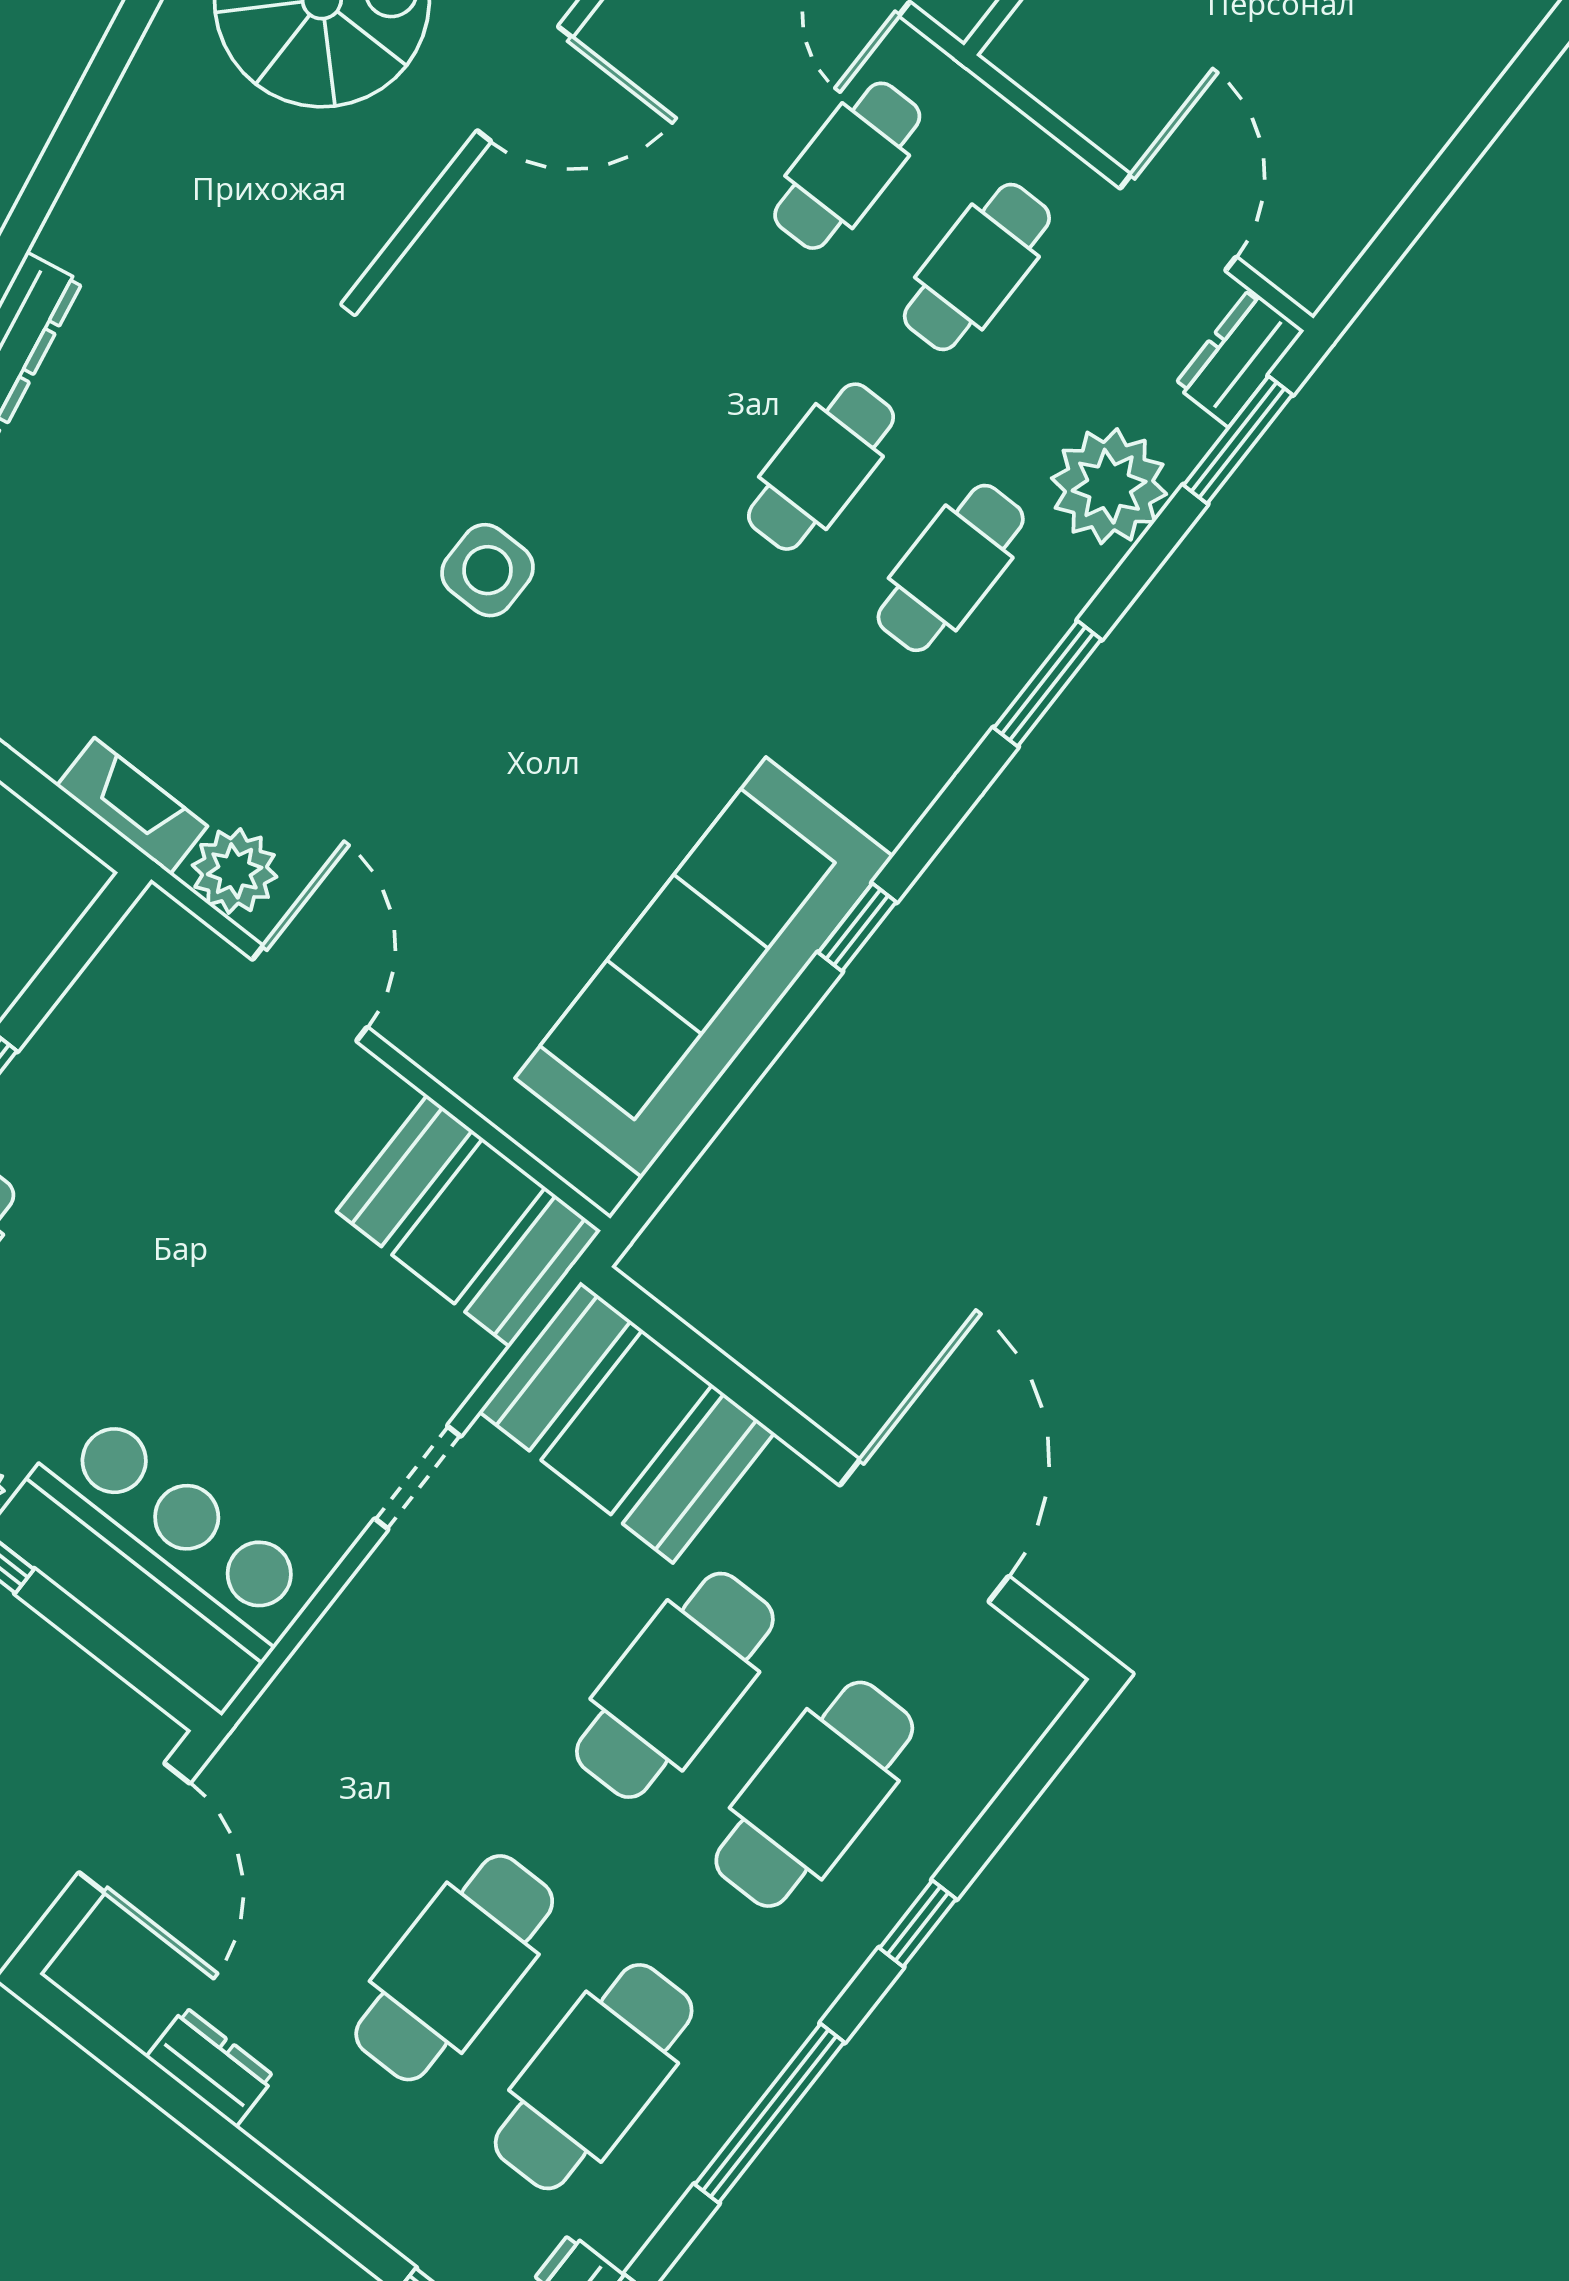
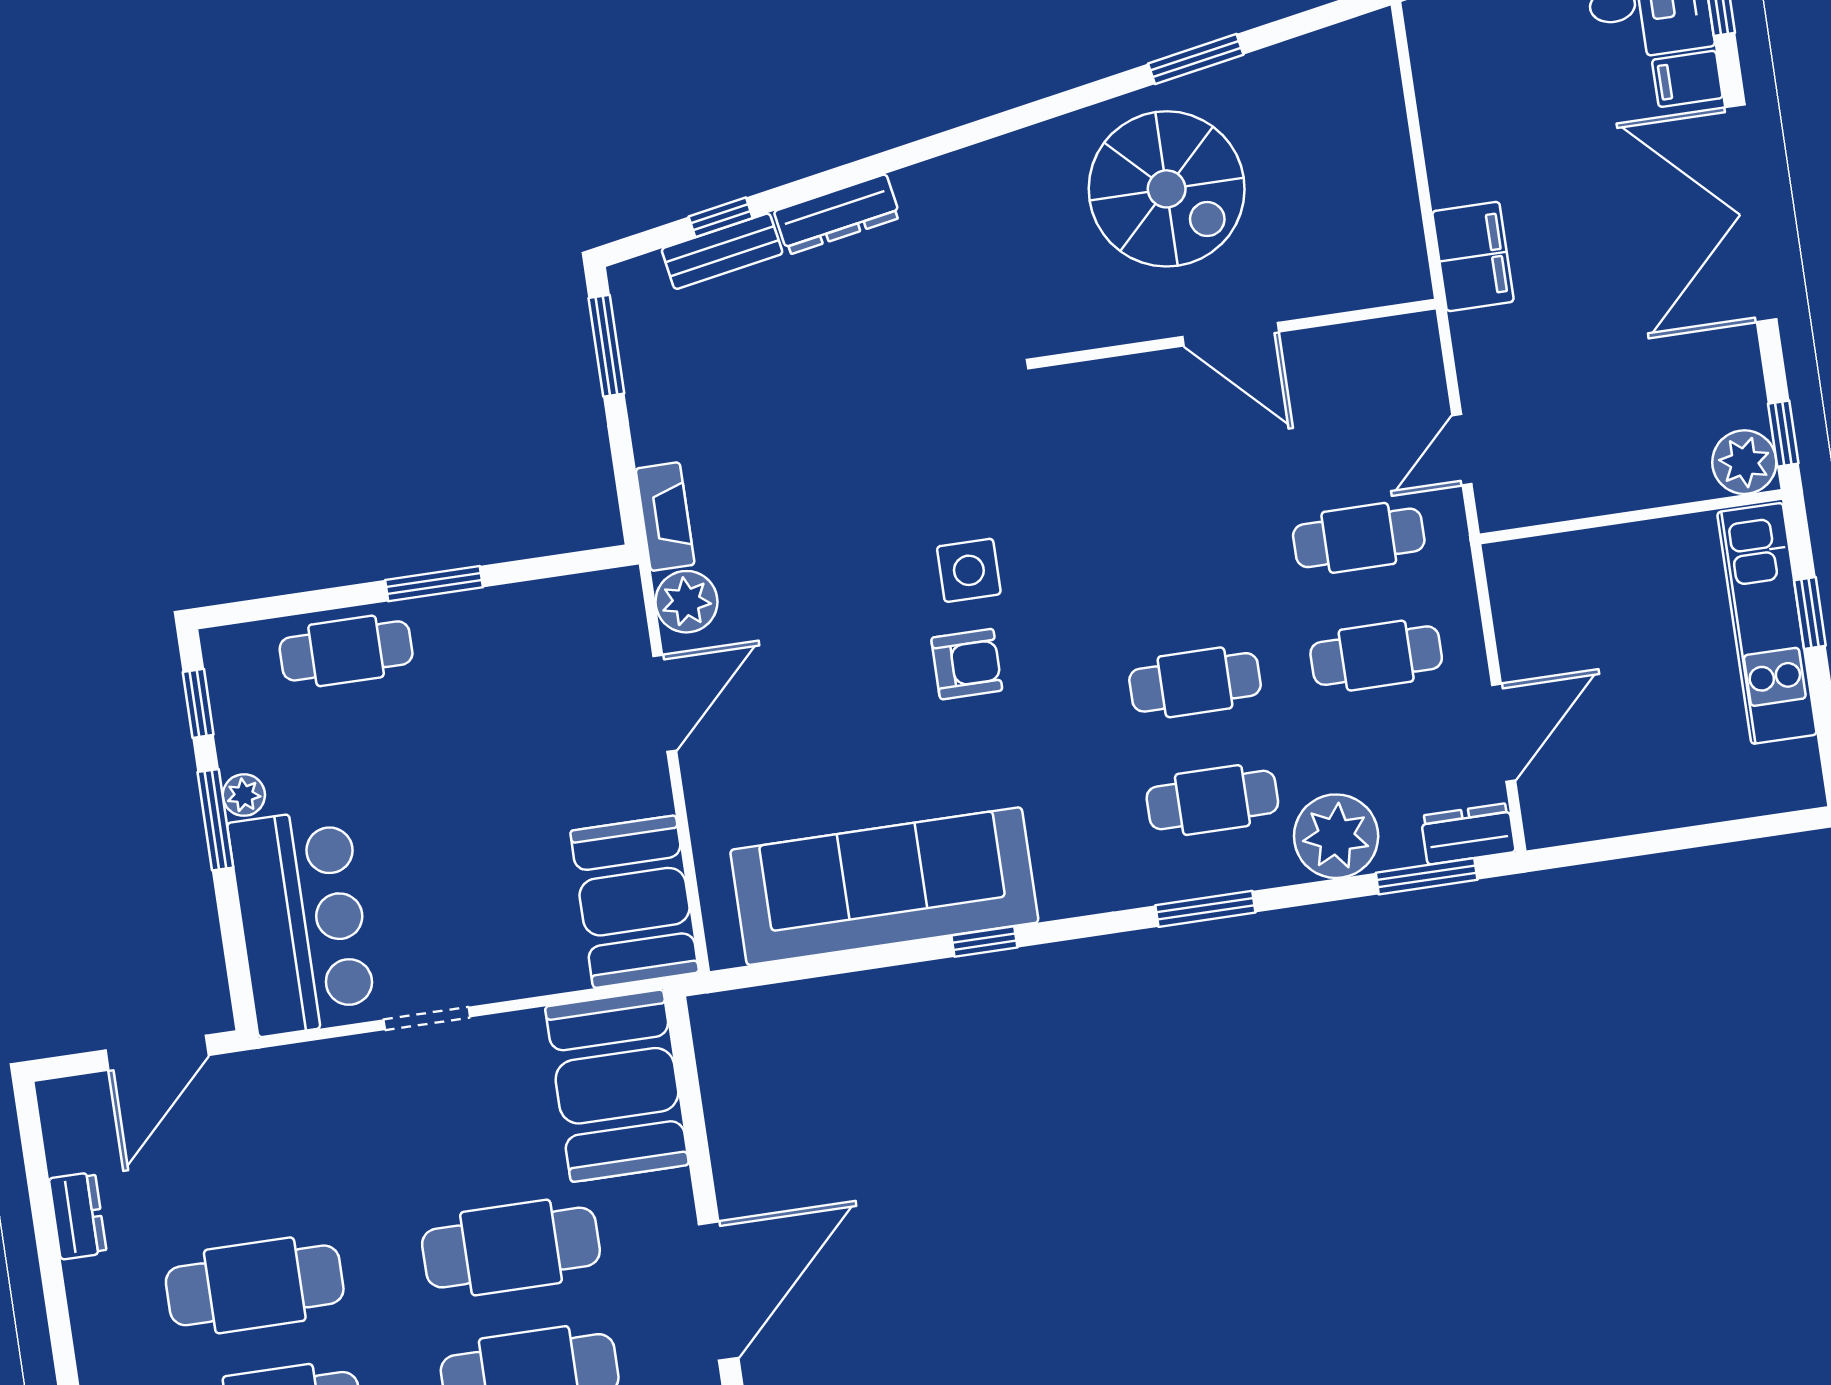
armchair: (575, 666) -> (967, 664), added
doorway: (418, 1477) -> (427, 1018), moved

